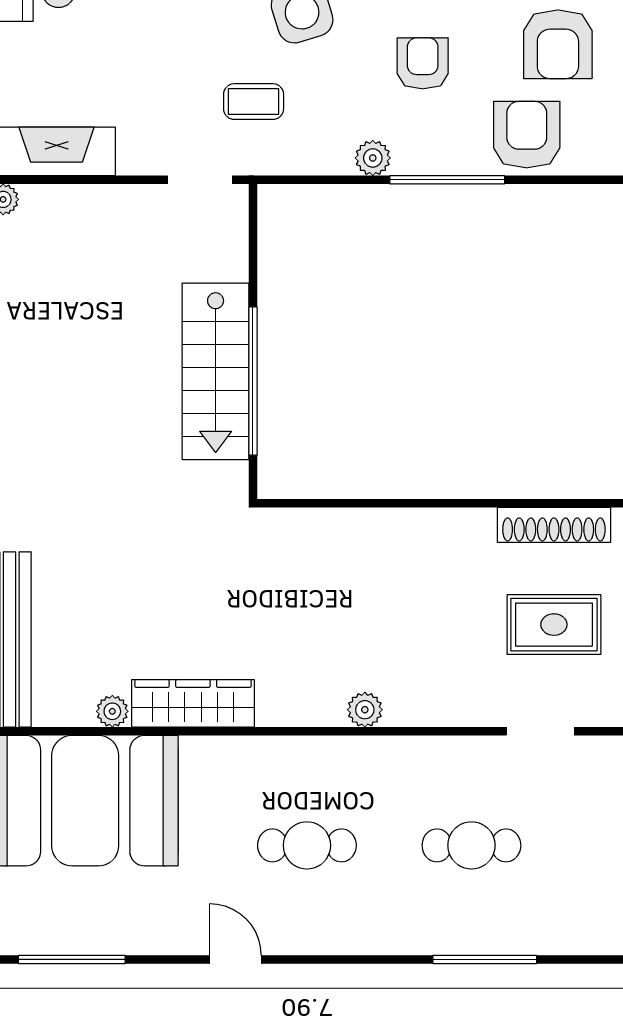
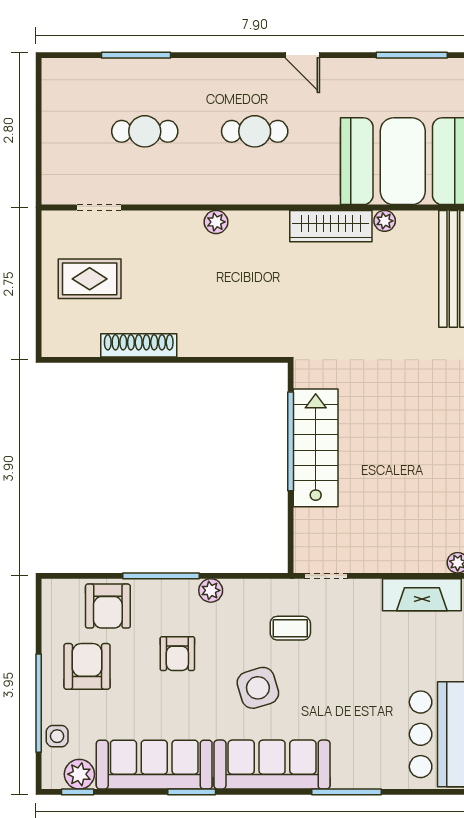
shoe rack: (554, 525) -> (139, 345), moved

